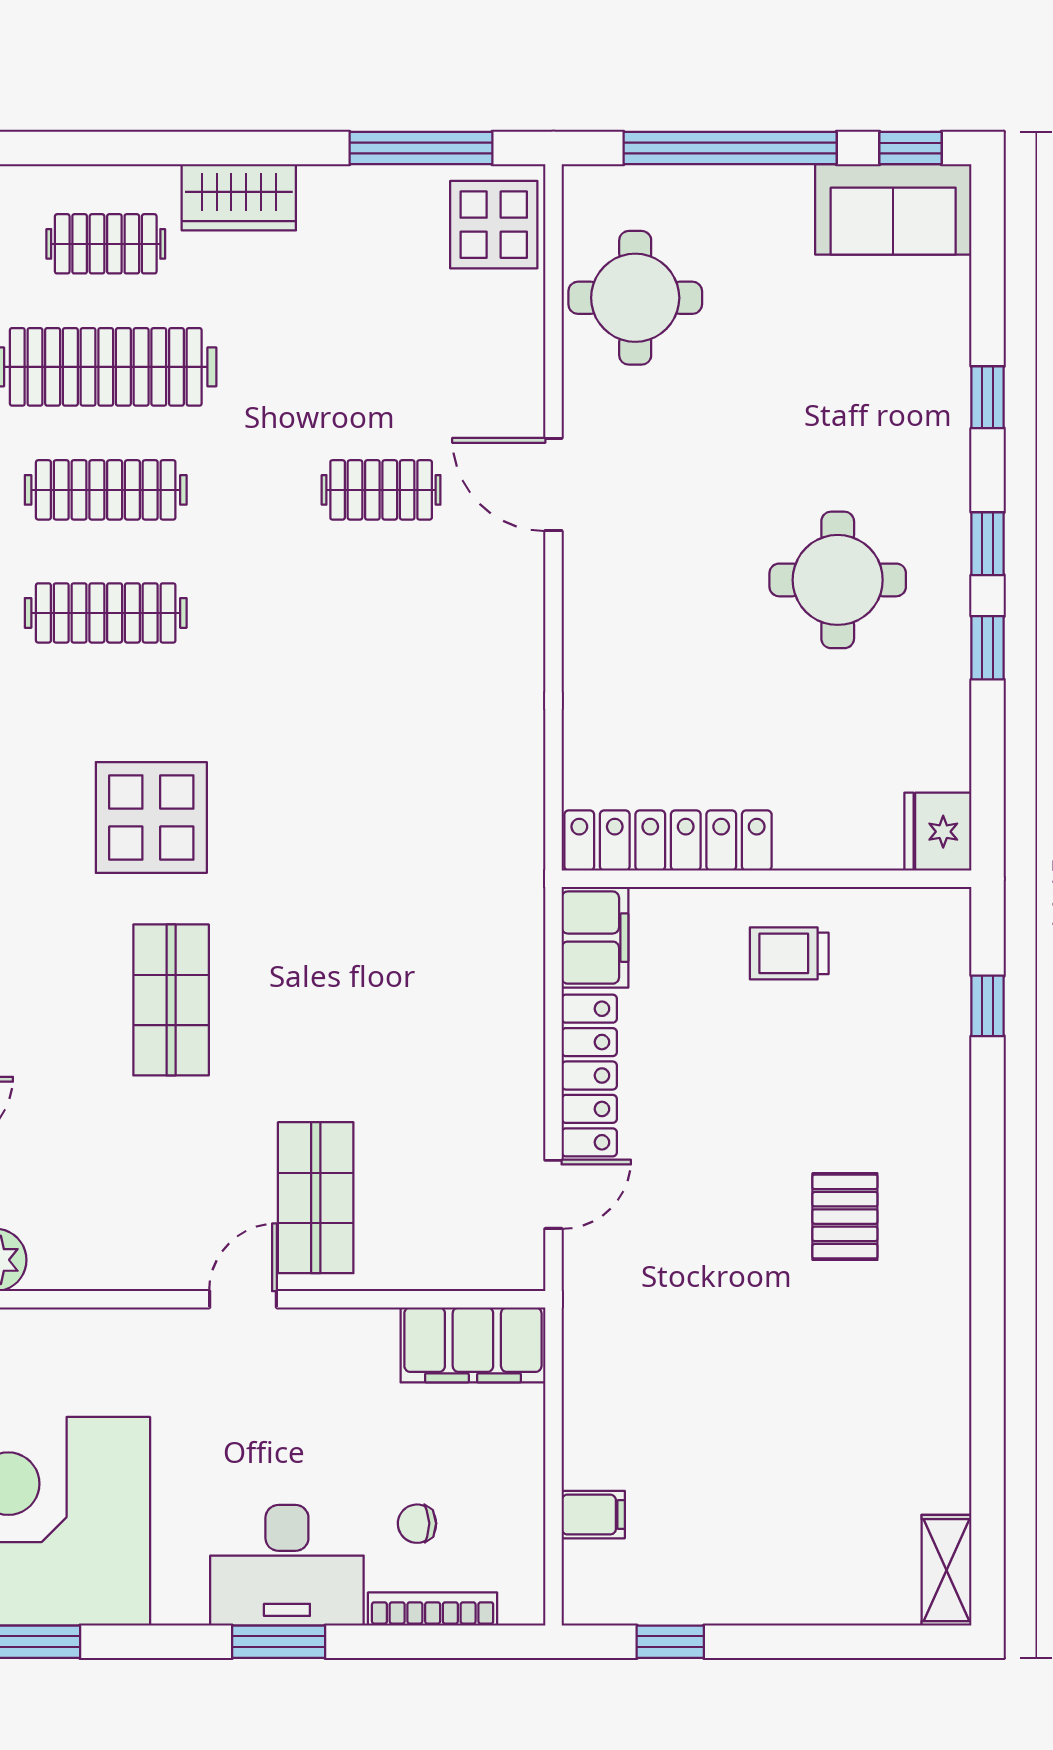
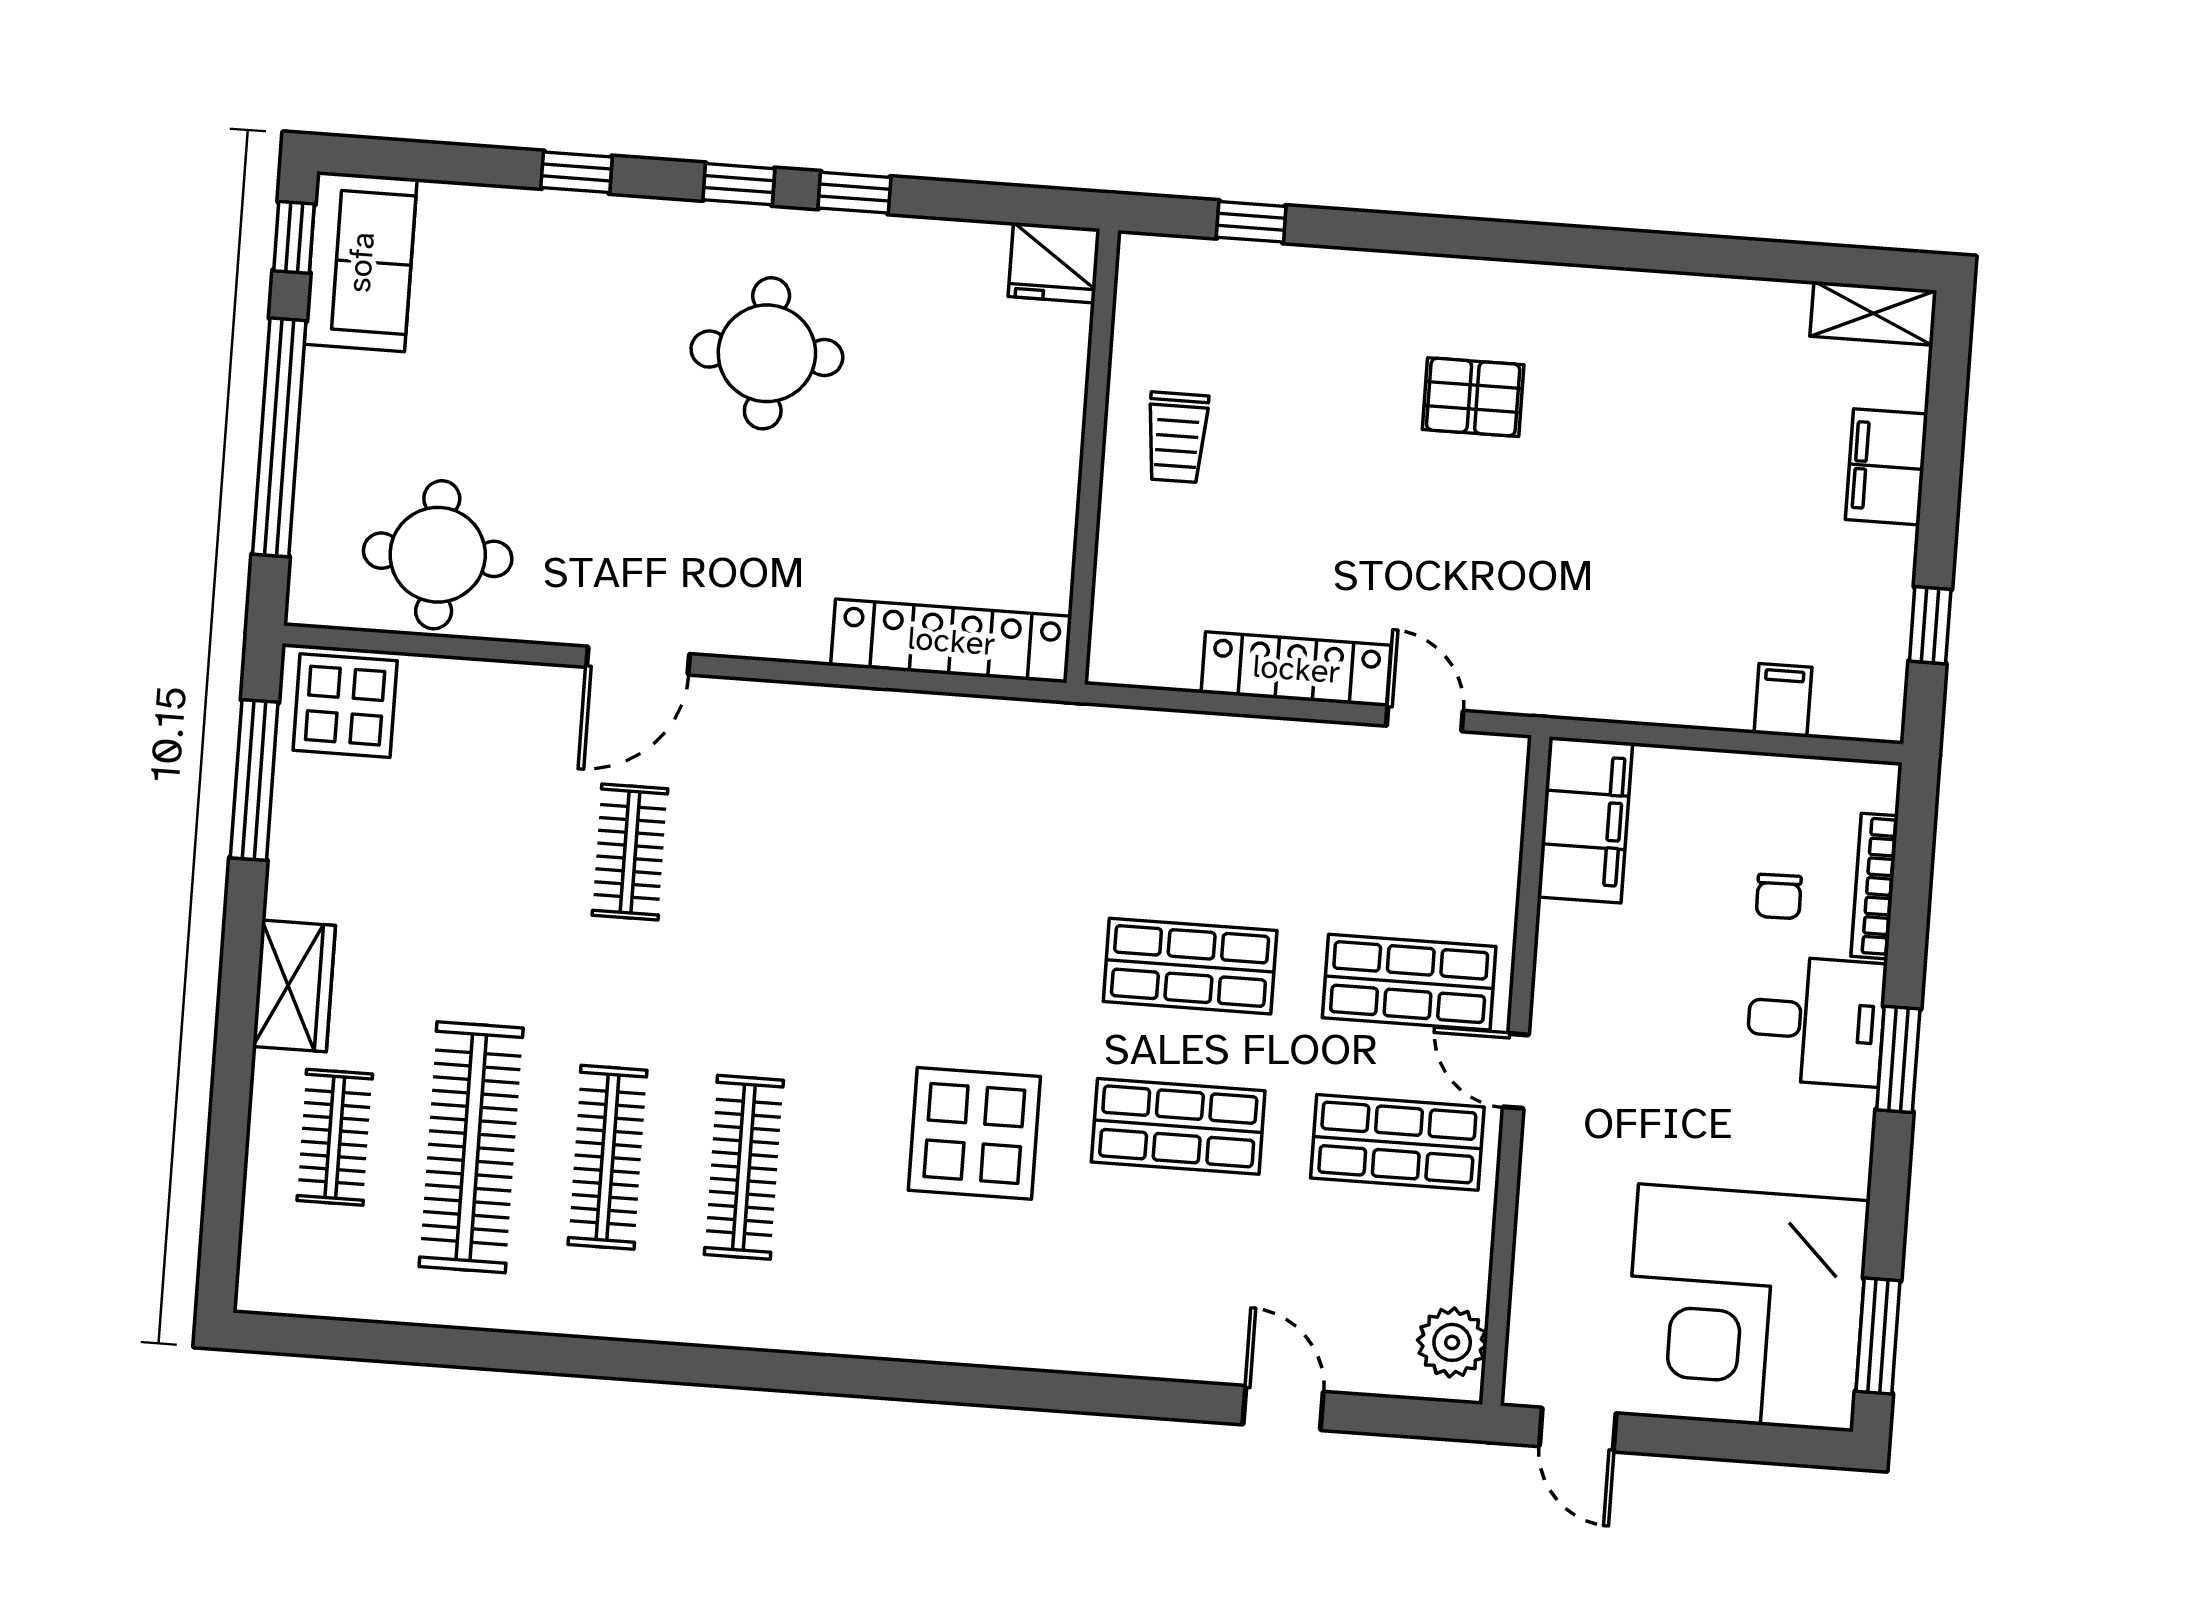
locker: (668, 840) -> (951, 641), moved, turned 90
filing cabinet: (595, 938) -> (1887, 467), moved, turned -90
shop shelf: (316, 1000) -> (1190, 966), added
shop shelf: (171, 1198) -> (1397, 1142), added
desk: (287, 1565) -> (1816, 1021), width x0.73

